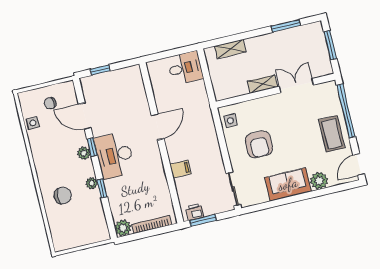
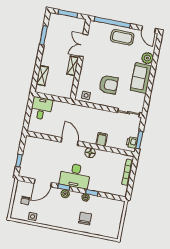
floor lamp: (155, 162) -> (90, 153), added
plant: (123, 228) -> (122, 191), removed

